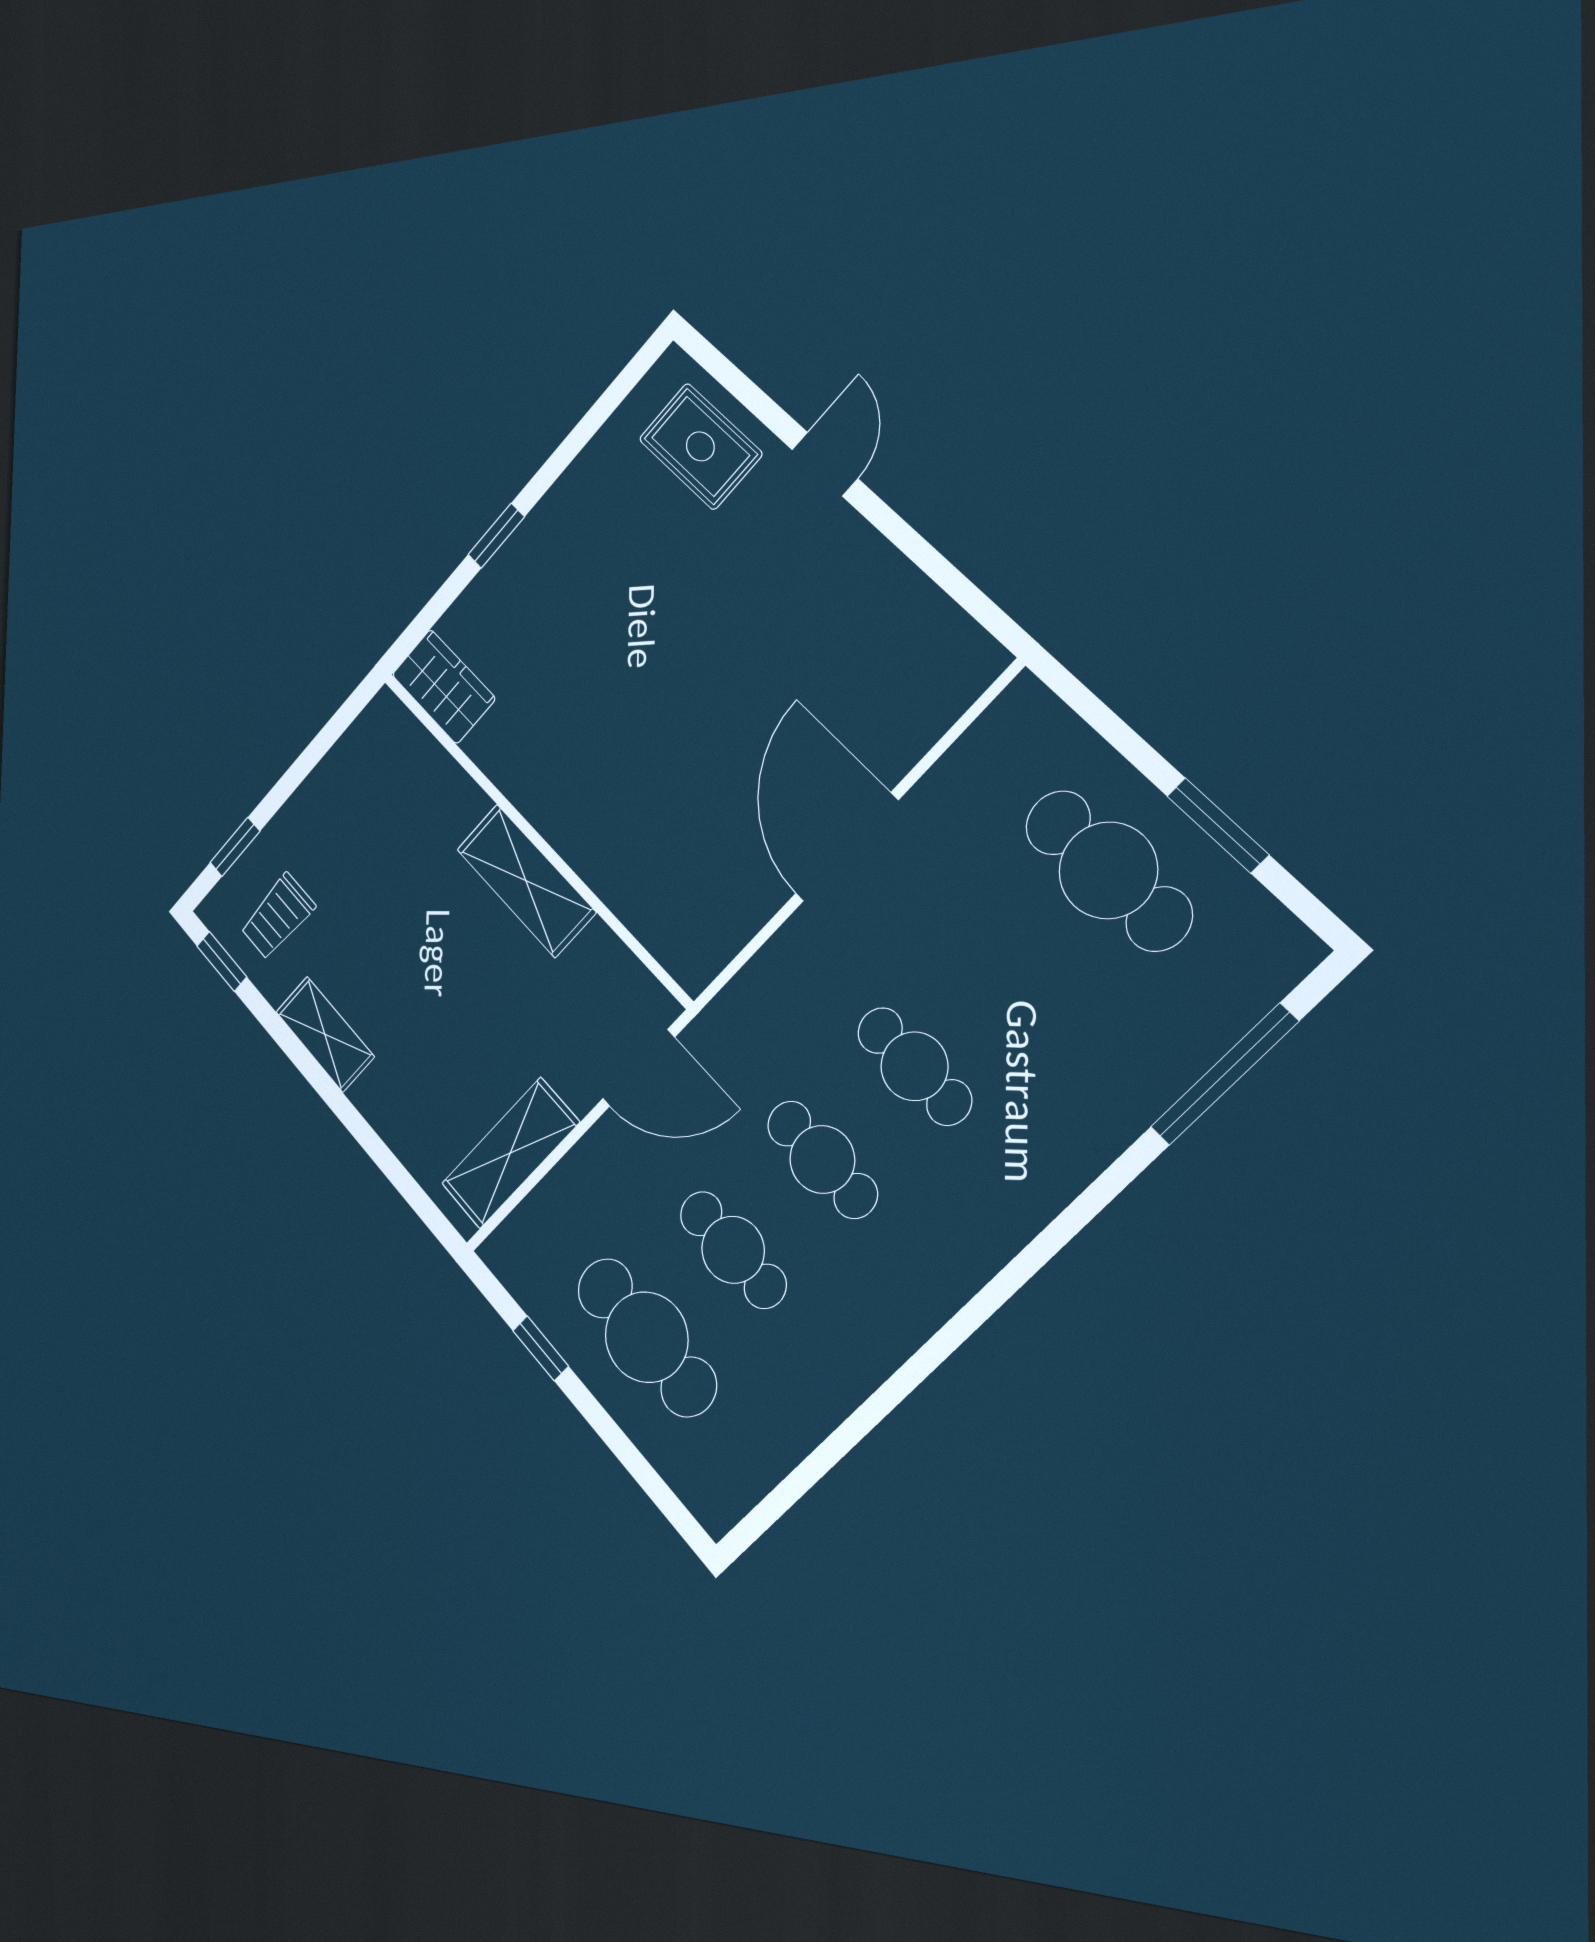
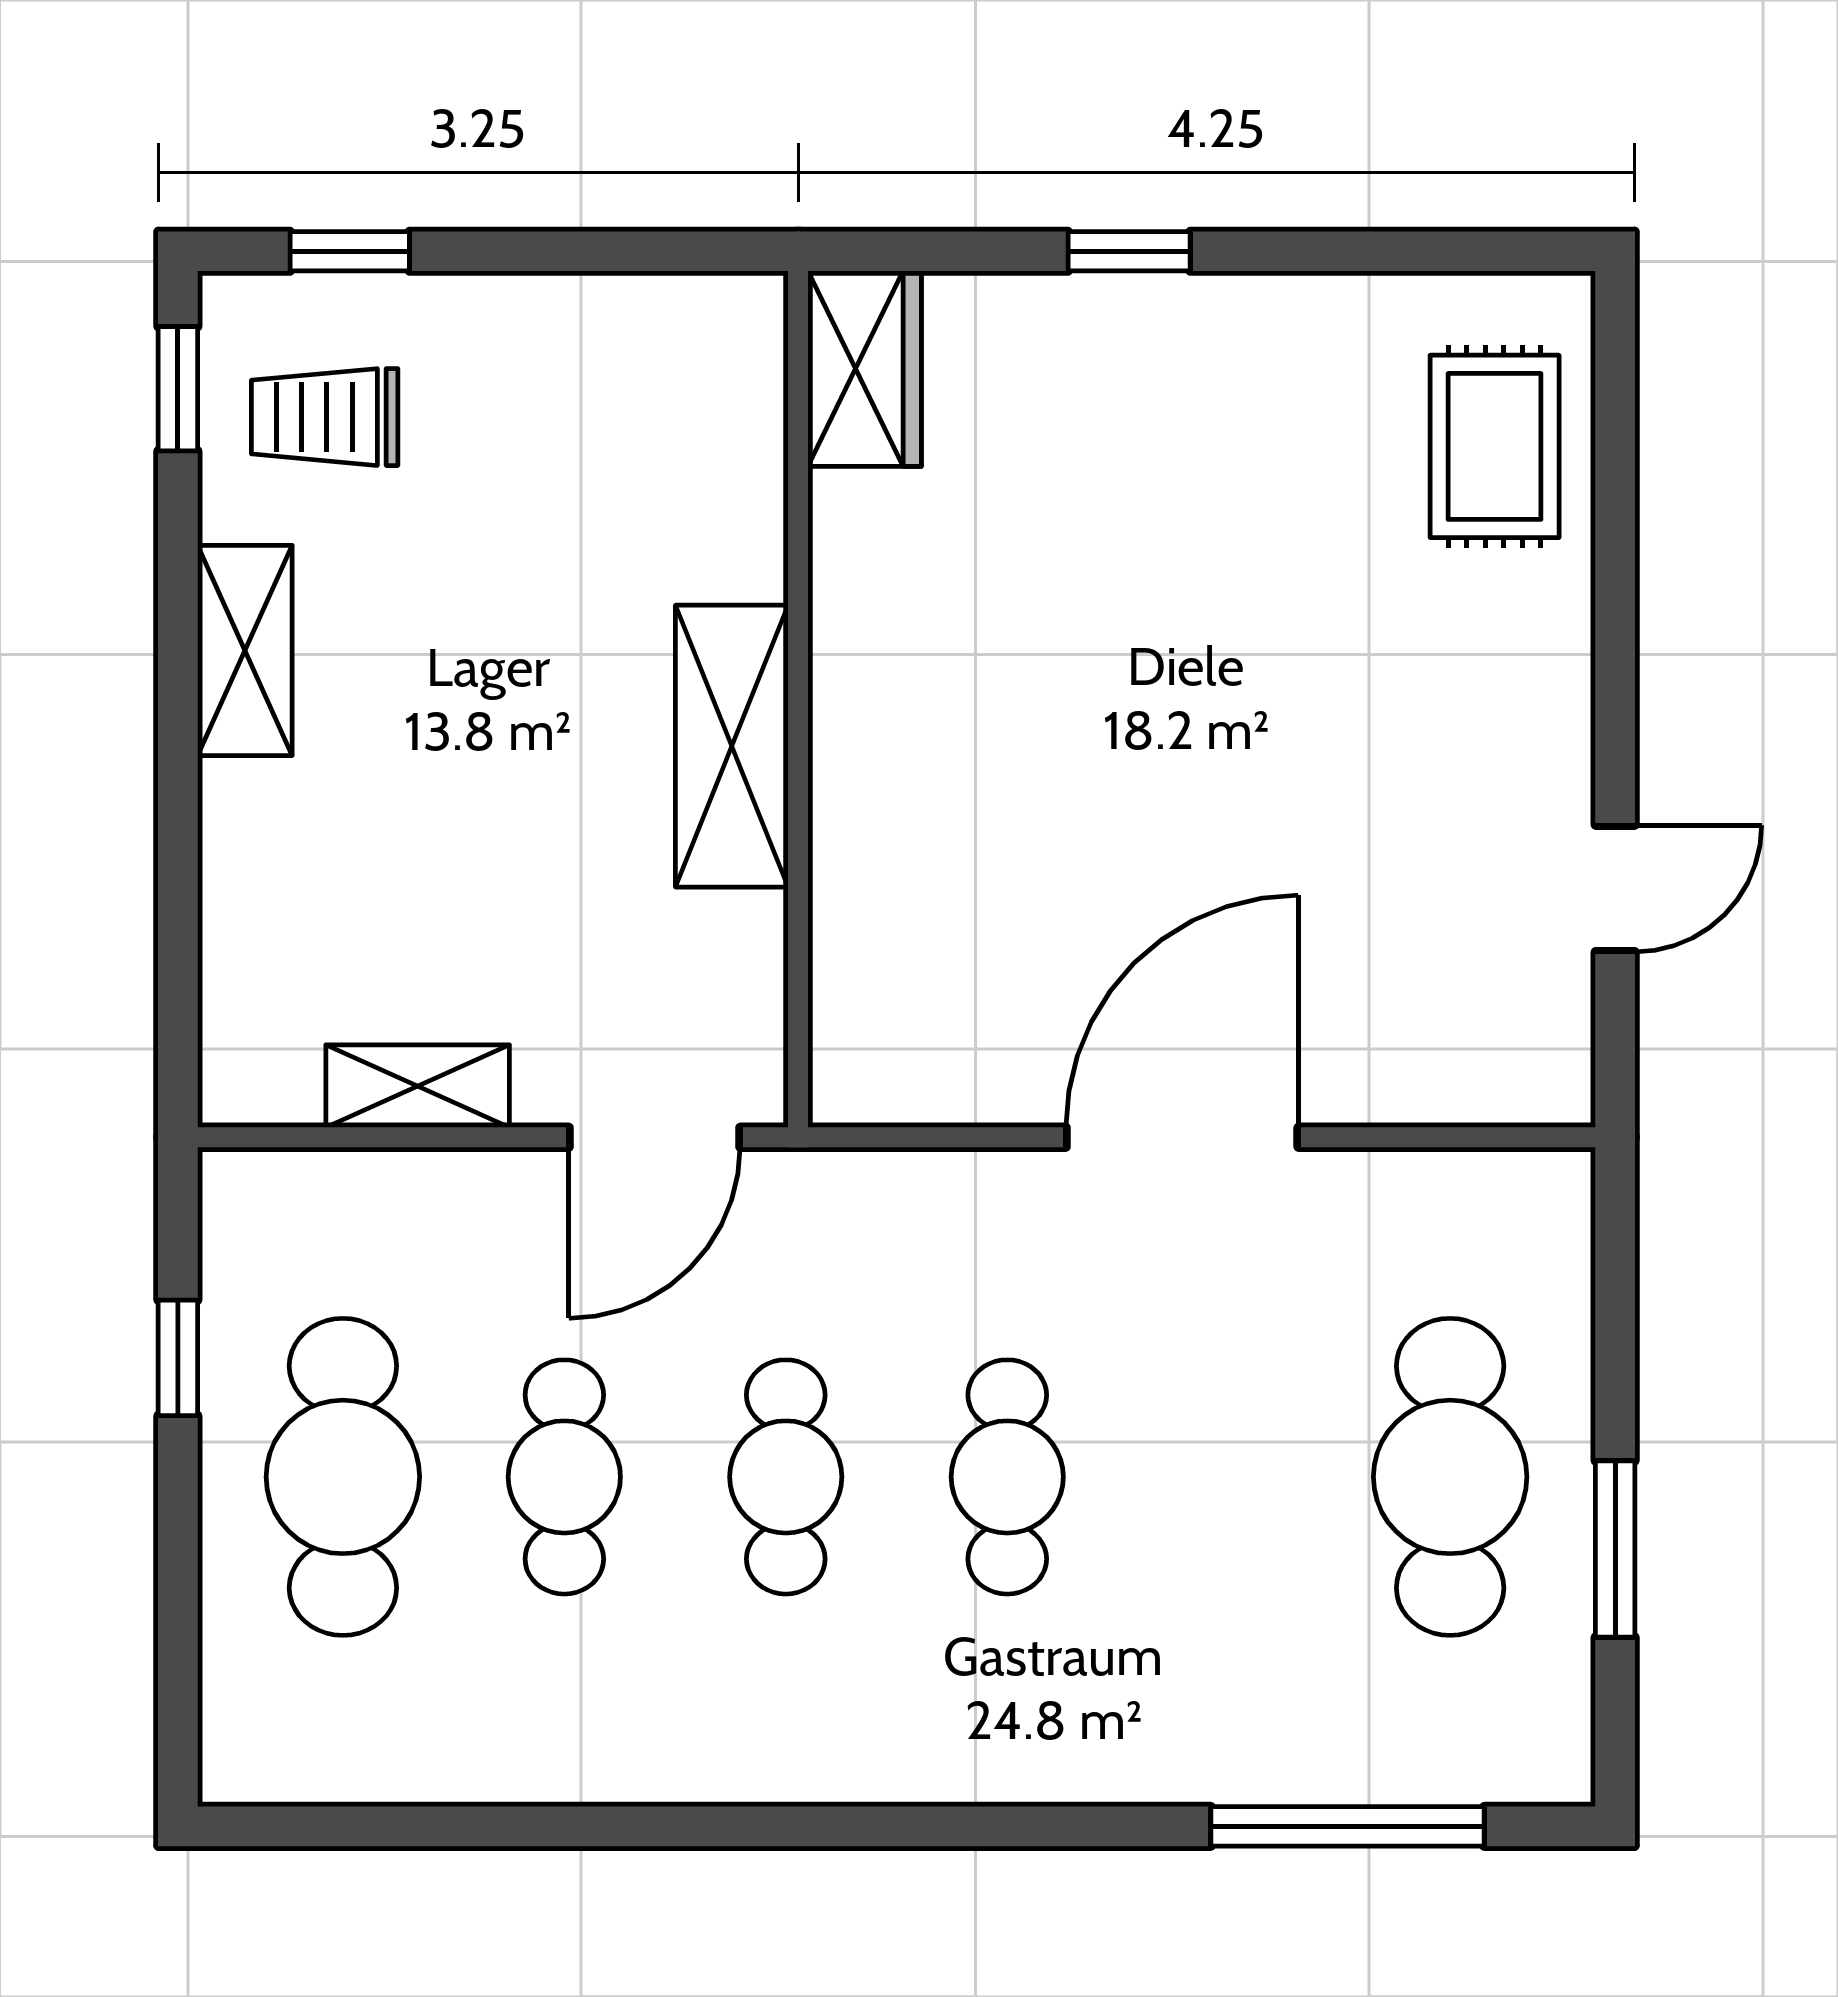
door: (825, 464) -> (1615, 888), moved
door: (638, 1068) -> (654, 1137), hinge flipped
shelving: (510, 1153) -> (418, 1086), width x0.67, depth x0.75

